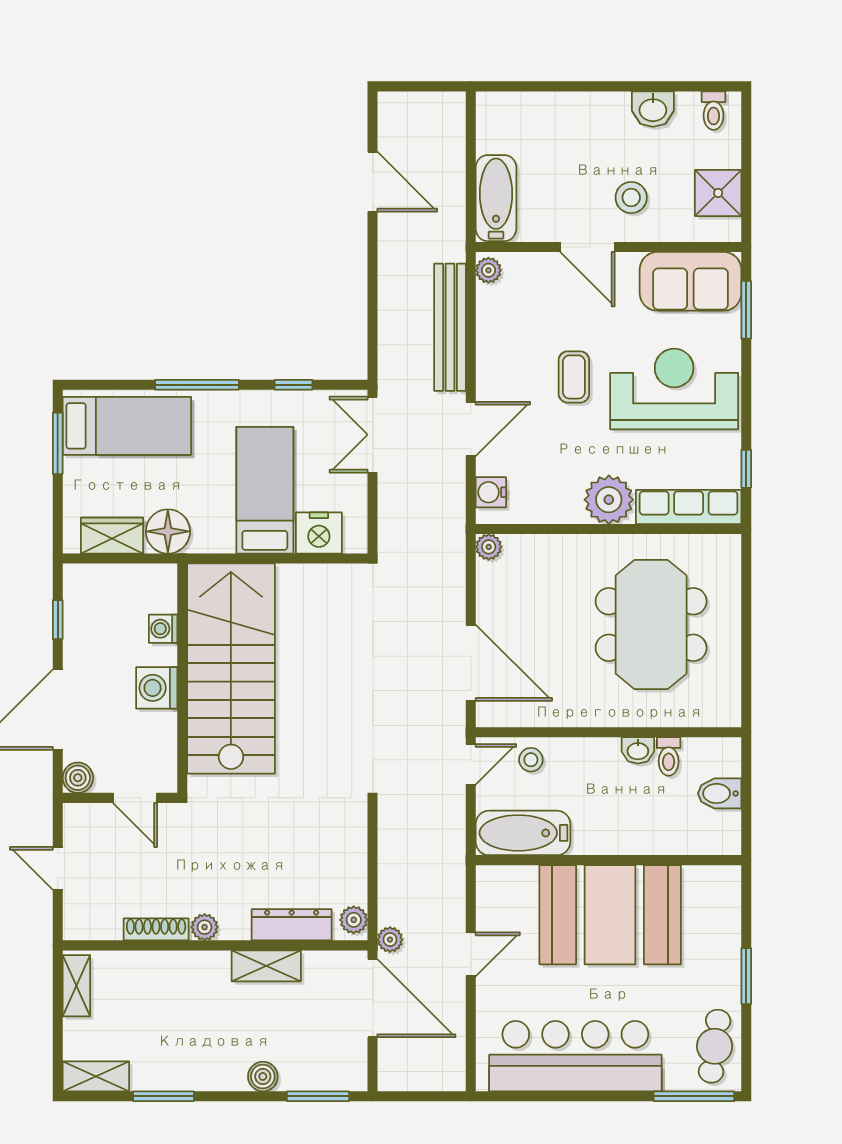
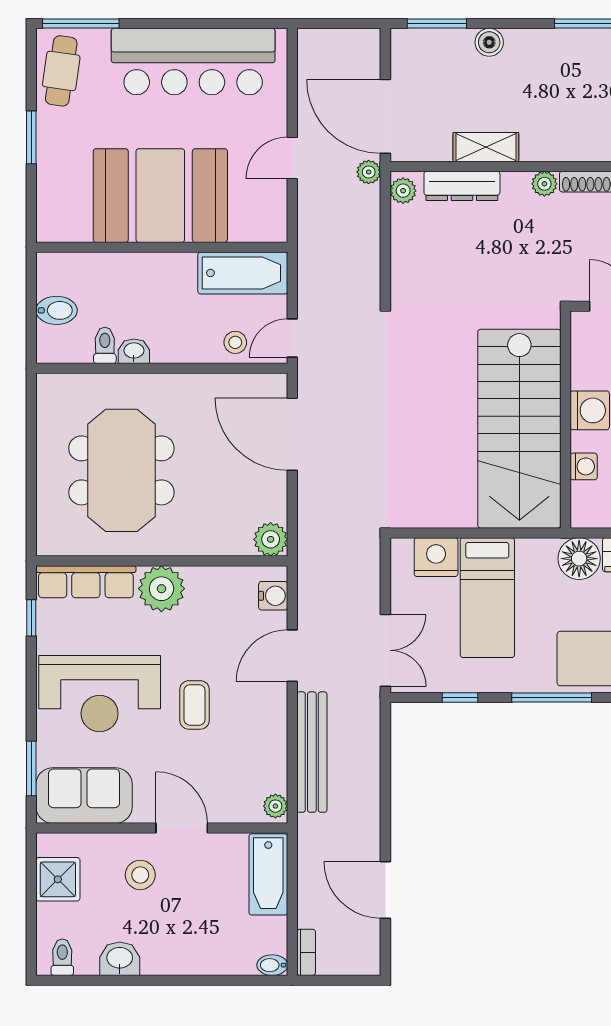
bidet: (492, 102) -> (272, 965), added
bookcase: (456, 116) -> (306, 952), added
plant: (489, 547) -> (271, 539), width x1.38, depth x1.38

